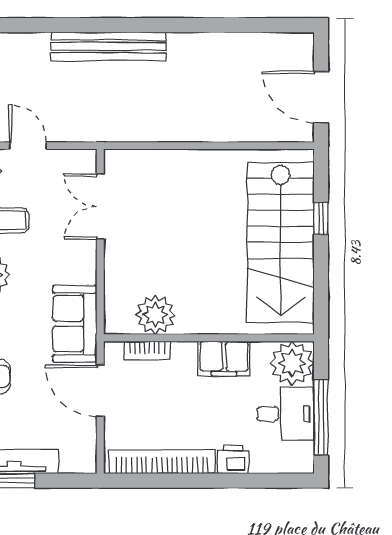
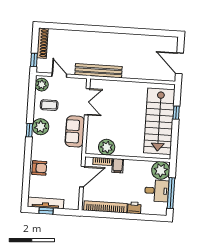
bench: (108, 46) -> (99, 71), moved
double door: (100, 206) -> (87, 102), swing flipped
sofa: (75, 324) -> (75, 131), moved
filing cabinet: (224, 359) -> (118, 166), moved, width x0.50
door: (100, 391) -> (82, 177), swing flipped

